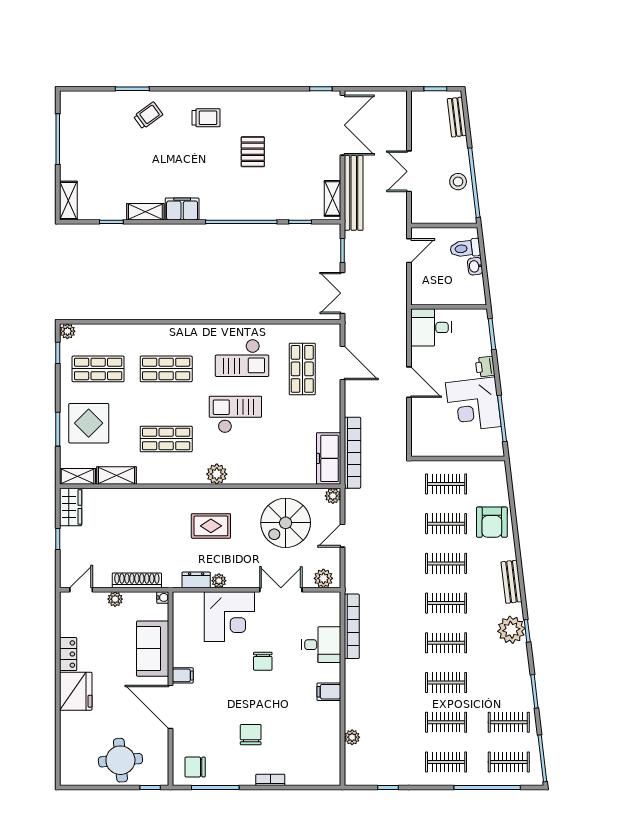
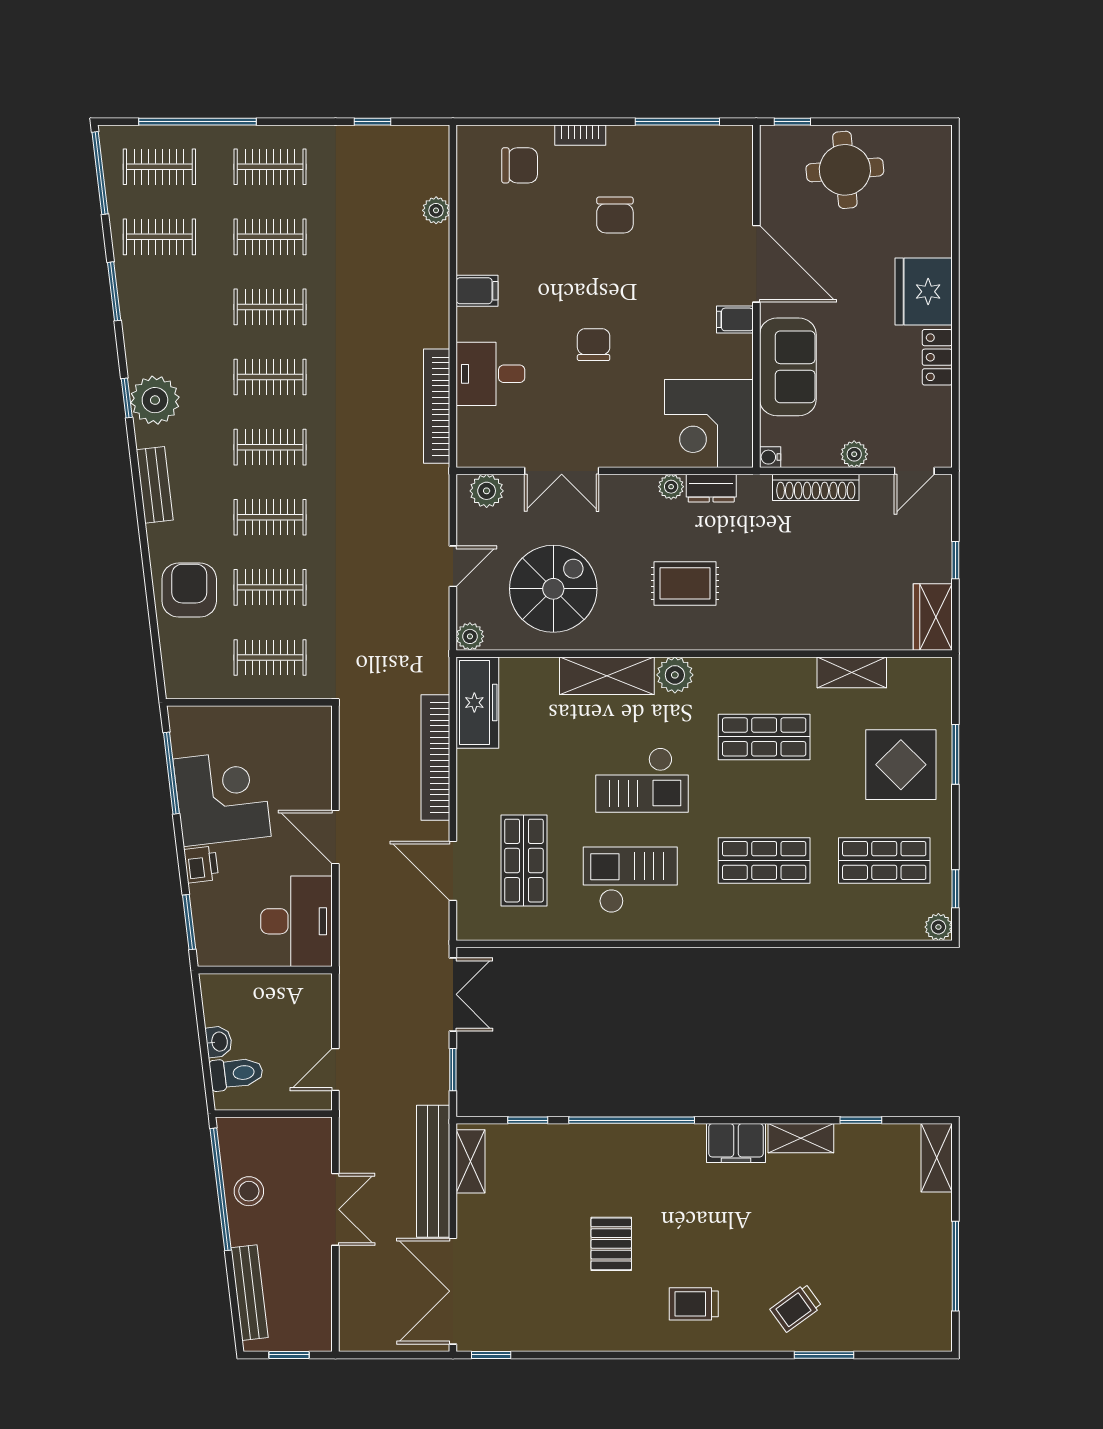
bench: (457, 117) -> (249, 1293), width x1.36
desk: (431, 327) -> (296, 921), width x1.37
bookcase: (352, 453) -> (435, 757), moved
shelving: (78, 476) -> (607, 676), moved, width x1.50, depth x1.33
corner desk: (229, 617) -> (709, 423), moved, turned -90
chair: (195, 767) -> (520, 165), moved

